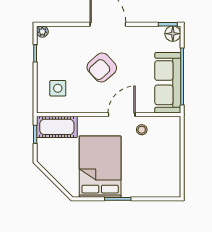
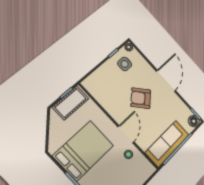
side table: (58, 88) -> (125, 64), moved
door: (122, 115) -> (126, 134), hinge flipped
cot: (57, 127) -> (71, 103), moved, turned 90

